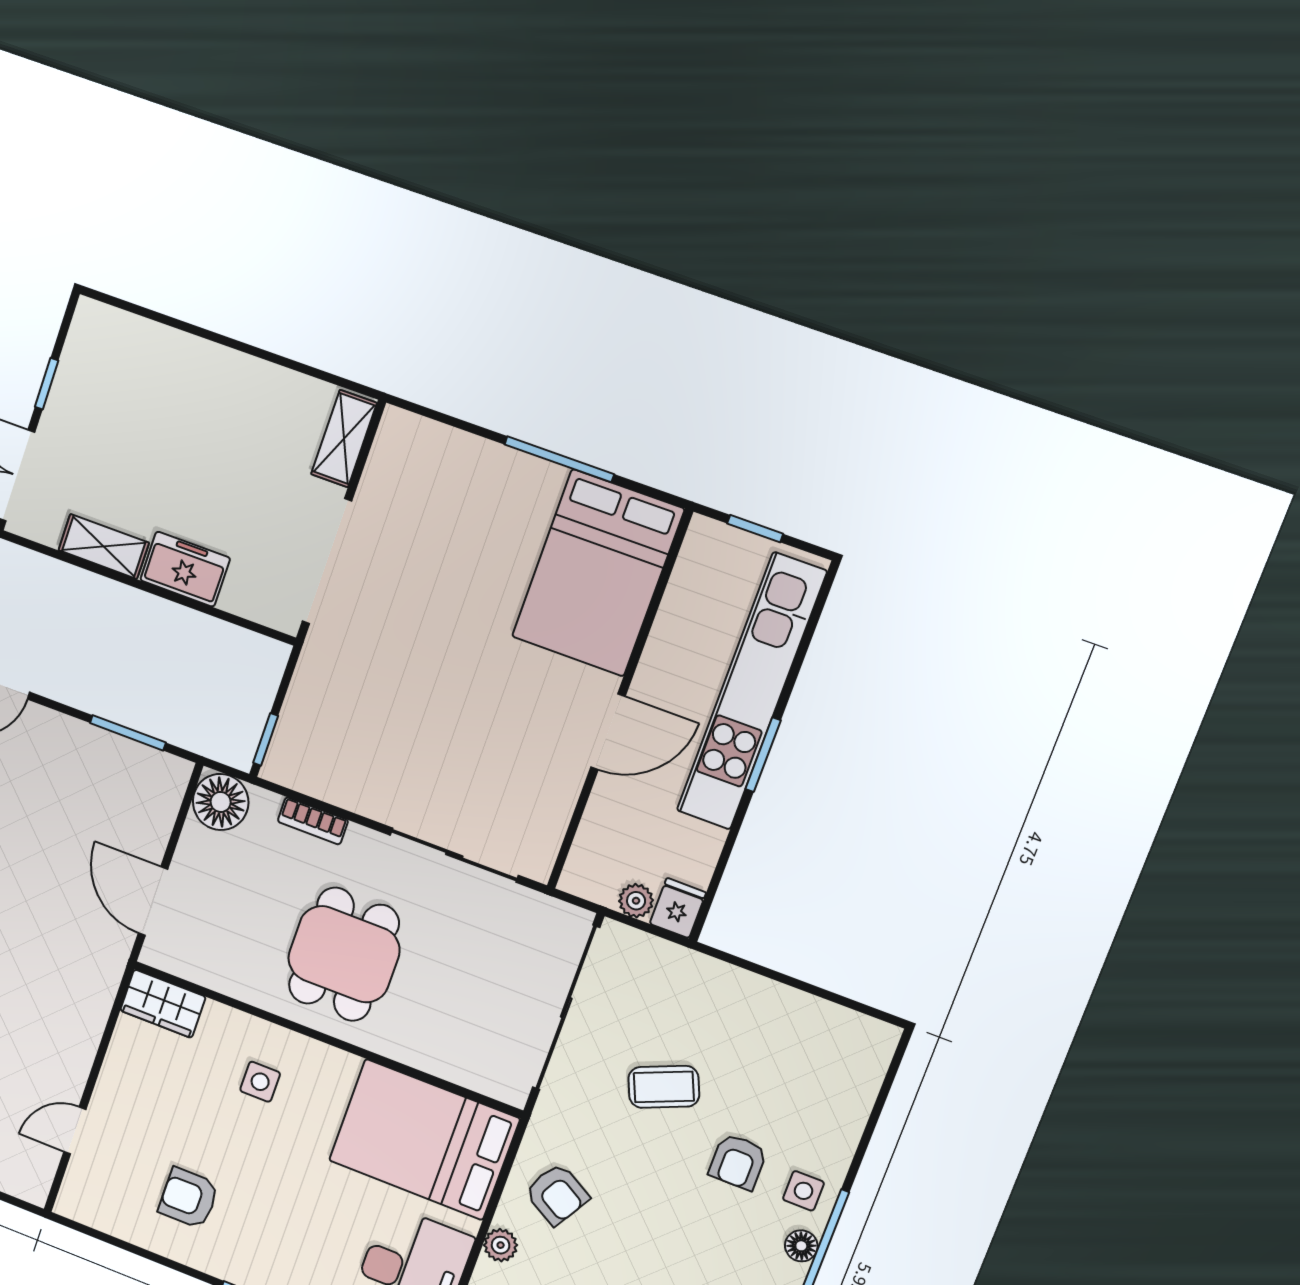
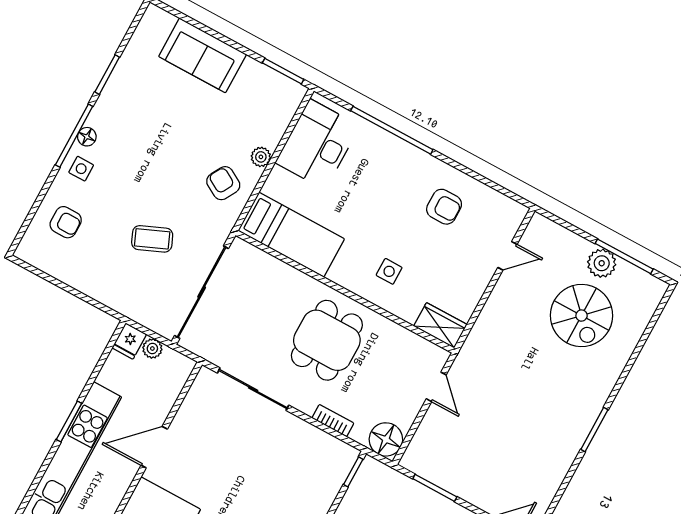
door: (153, 901) -> (436, 387), width x0.73
bed: (424, 1139) -> (291, 235), width x0.67
armchair: (738, 1162) -> (66, 222), moved, turned 90

